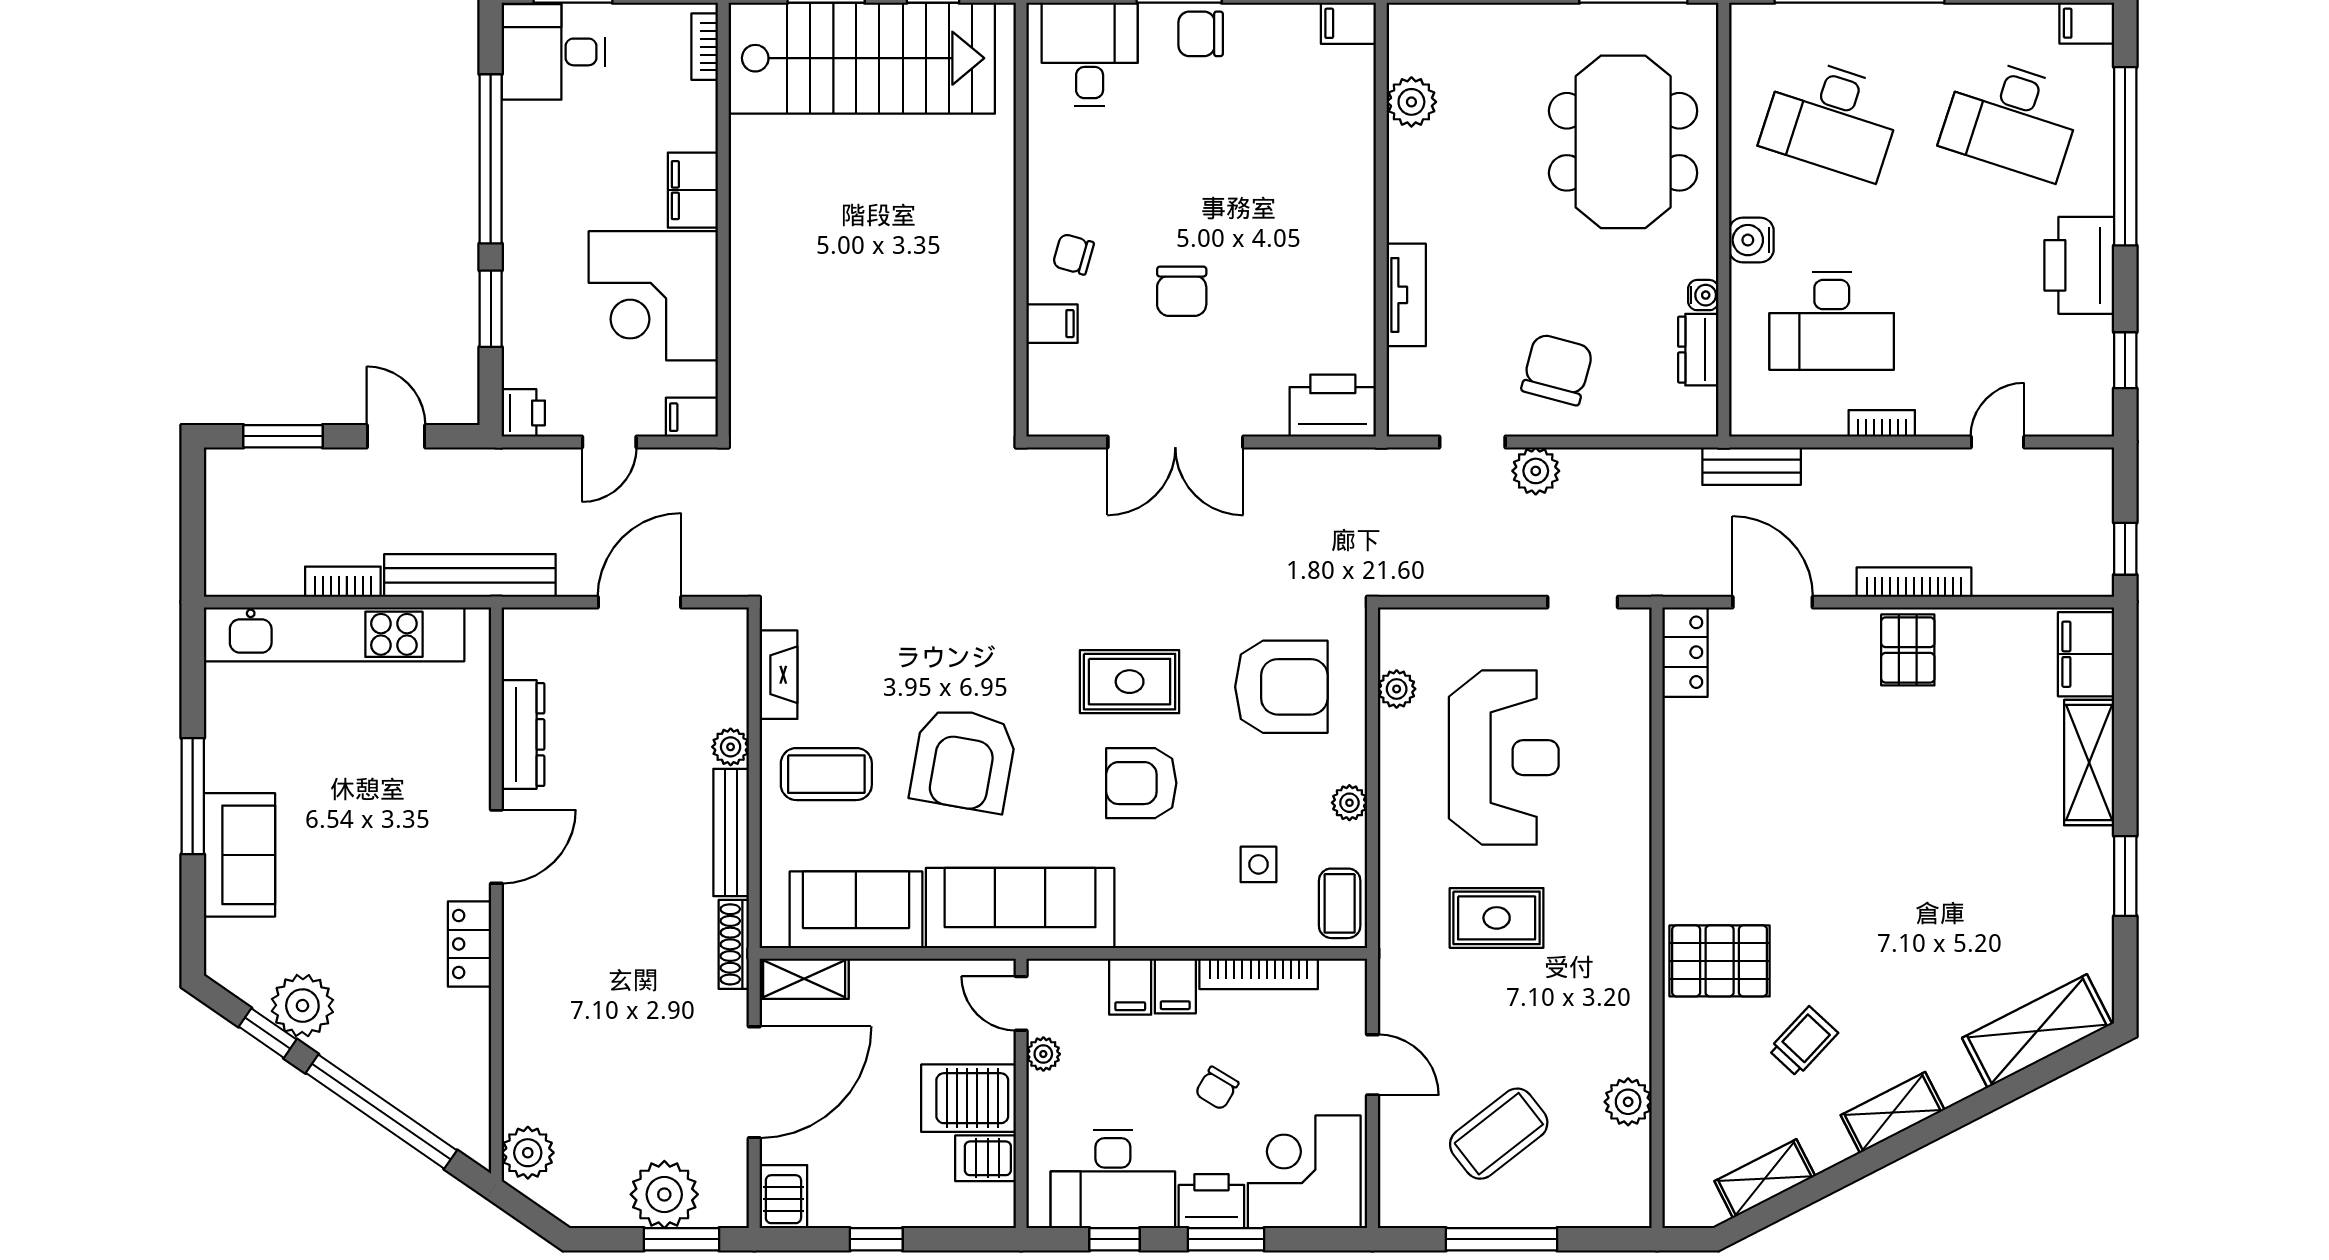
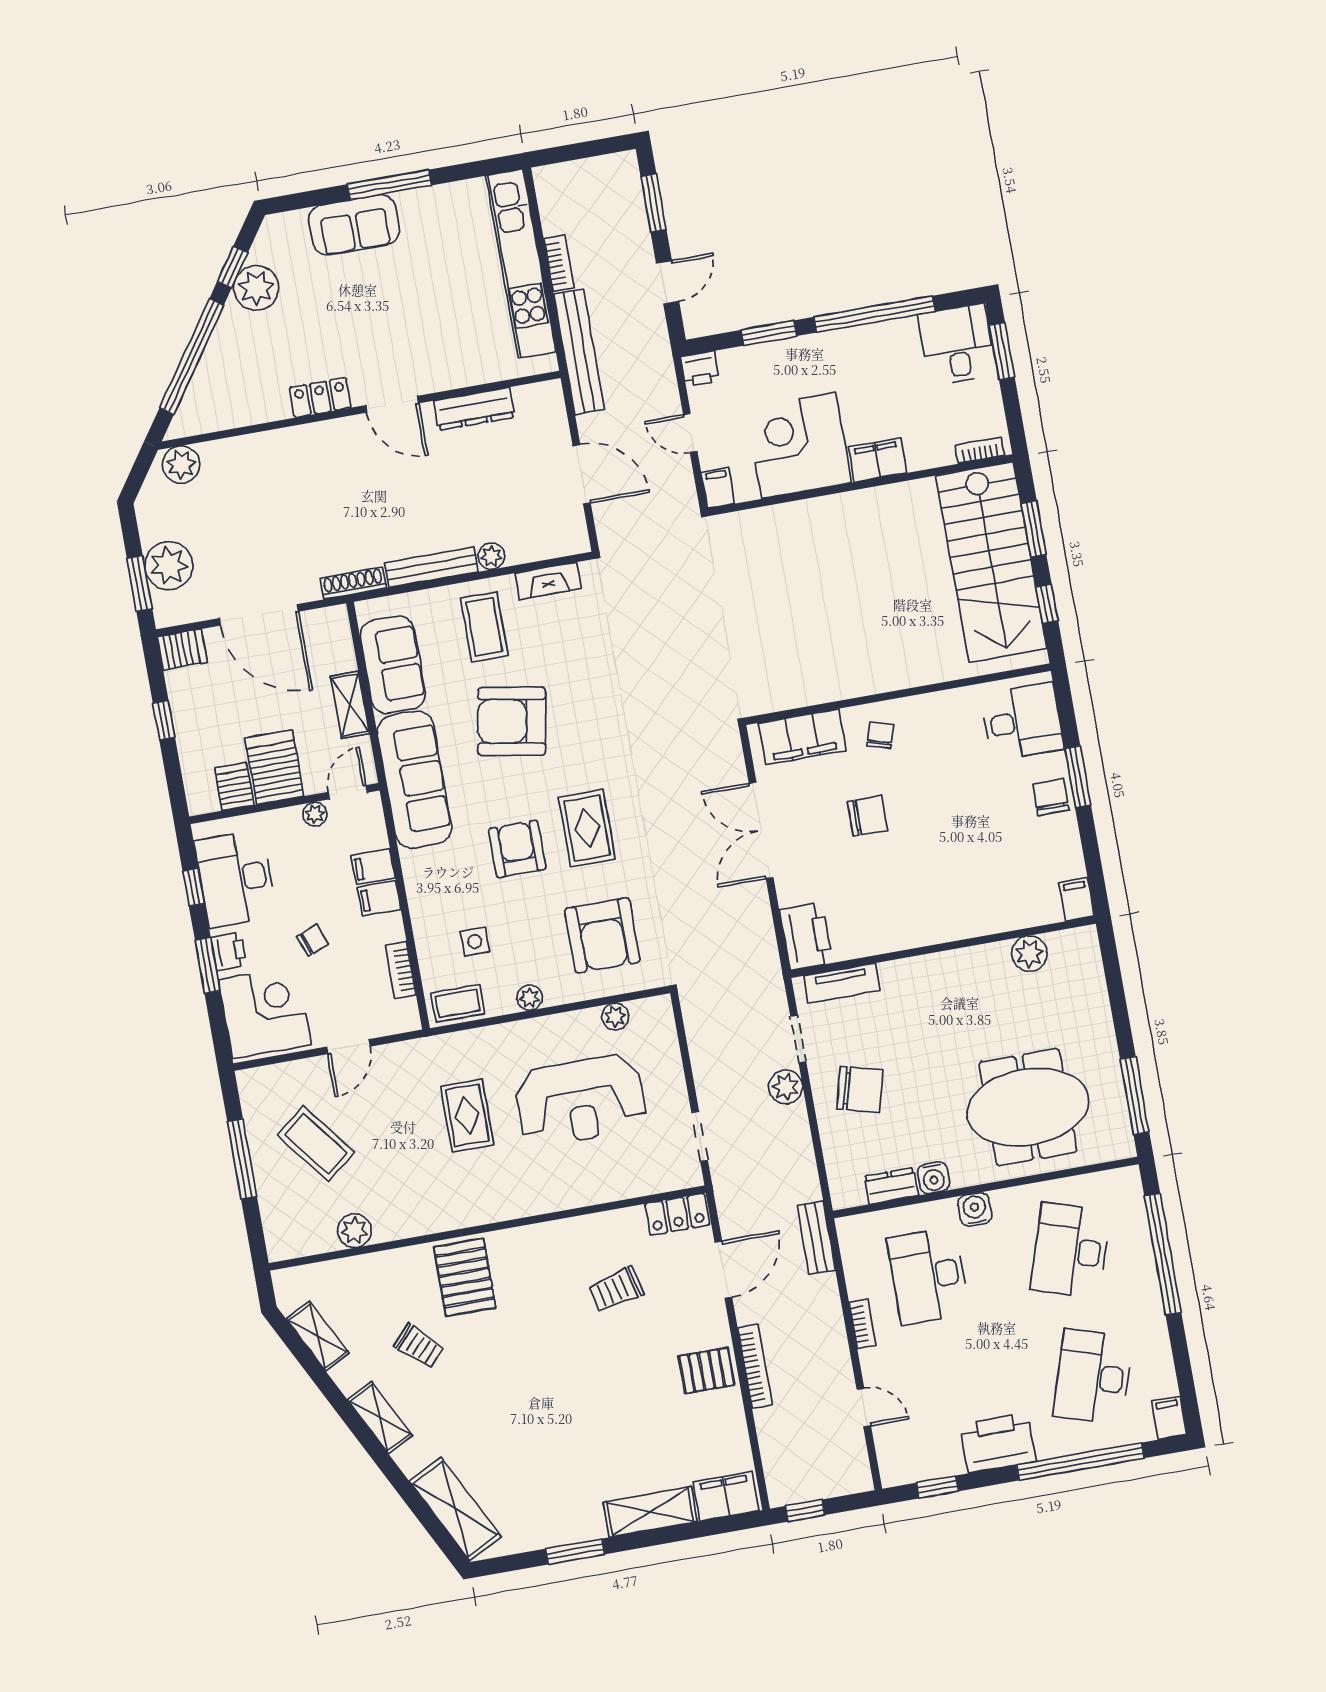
chair: (1182, 291) -> (868, 816), turned 180
tv unit: (1406, 295) -> (842, 983), moved
water cooler: (1703, 295) -> (934, 1178), width x1.38, depth x1.38
filing cabinet: (1052, 324) -> (802, 737), width x3.00, depth x1.17
trolley: (1773, 755) -> (616, 1289), added
bookcase: (1259, 974) -> (401, 970), width x0.64
shelving: (804, 979) -> (350, 705), moved
chair: (1217, 1088) -> (313, 940), turned 128
printer: (1211, 1201) -> (229, 951), width x0.73, depth x0.81

